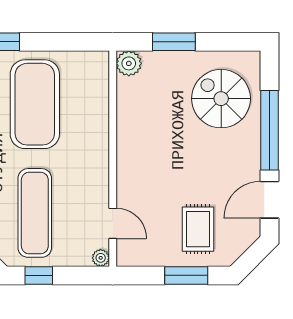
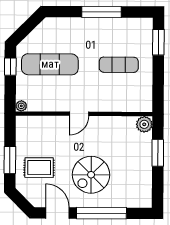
spiral stairs: (221, 99) -> (91, 175), moved, turned 180
exercise mat: (35, 104) -> (119, 65), width x0.50, depth x0.69
door: (113, 223) -> (79, 114), moved

